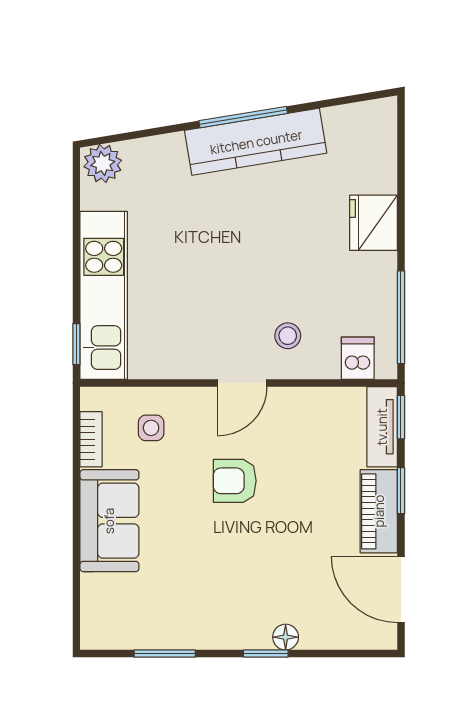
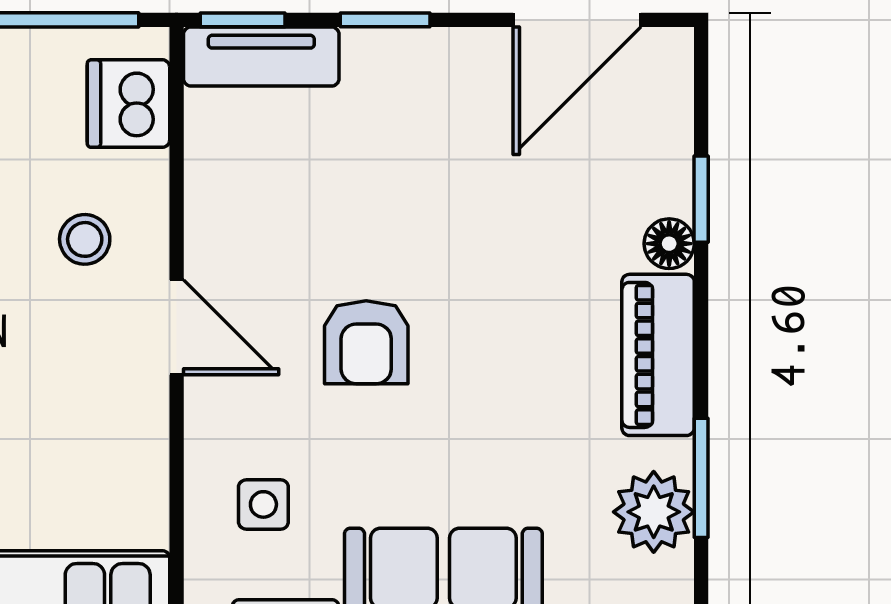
dishwasher: (358, 358) -> (128, 104), width x1.38
piano: (379, 511) -> (658, 355), moved, turned 90
plant: (147, 629) -> (654, 512), added
window: (266, 654) -> (701, 199), moved

